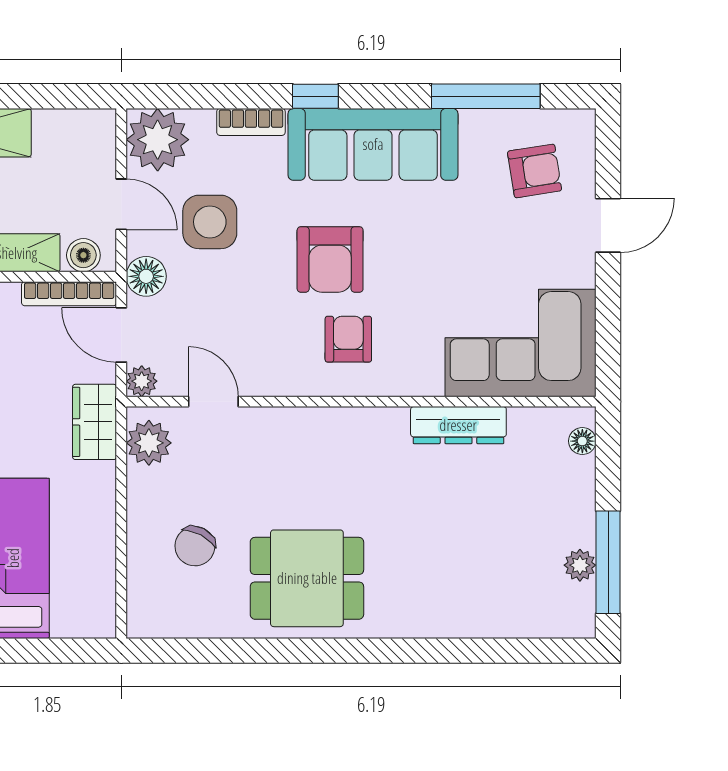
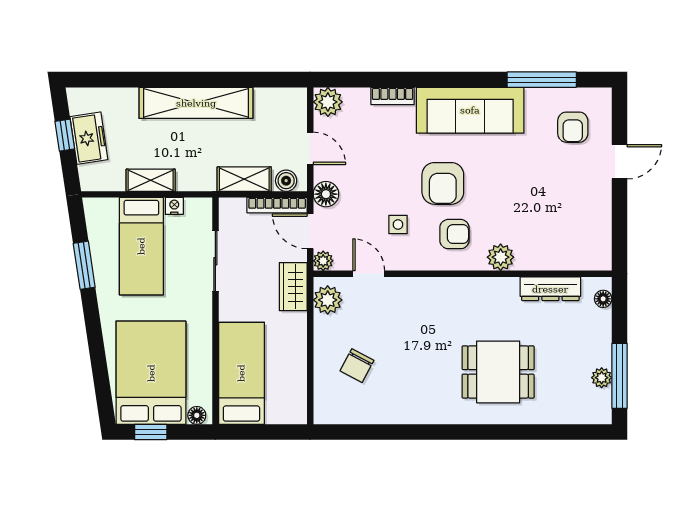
window: (315, 96) -> (434, 80), removed
plant: (158, 140) -> (328, 102), width x0.73, depth x0.73
armchair: (535, 171) -> (573, 127), turned 99
side table: (210, 222) -> (398, 225), moved, width x0.54, depth x0.54
armchair: (348, 339) -> (454, 234), turned 90
corner sofa: (521, 343) -> (564, 237), removed
plant: (421, 376) -> (501, 257), added
dresser: (458, 425) -> (550, 289), moved
dining table: (307, 578) -> (498, 372), moved

